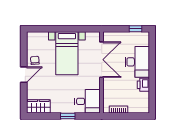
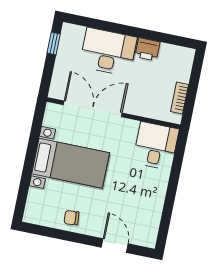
door: (24, 75) -> (115, 246), moved
wardrobe: (38, 106) -> (148, 227), removed
window: (68, 116) -> (173, 183), removed

